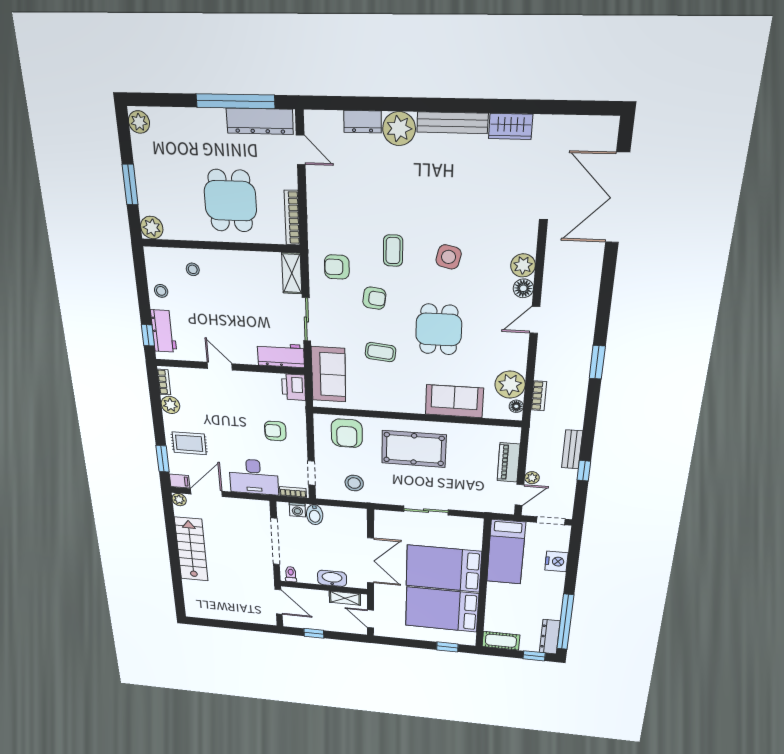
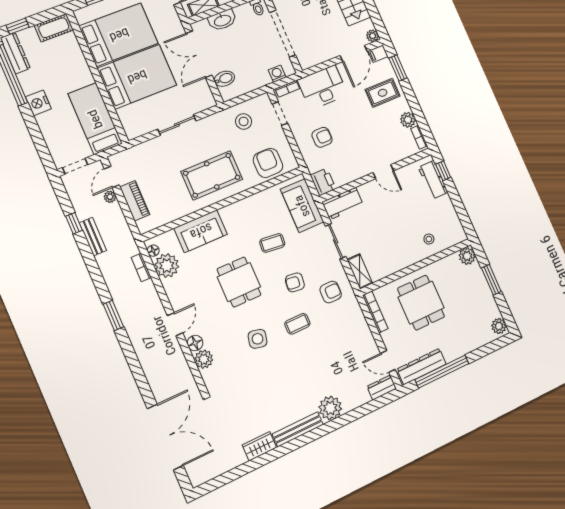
dresser: (362, 122) -> (382, 387), moved
coffee table: (393, 251) -> (297, 324), turned 90
stool: (161, 291) -> (445, 211), removed
bidet: (315, 515) -> (224, 79), moved, turned 90
nightstand: (556, 561) -> (38, 103), moved

